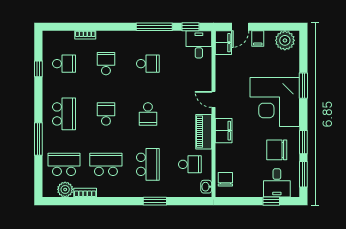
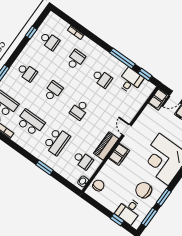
desk: (199, 44) -> (130, 81), moved
school desk: (64, 114) -> (27, 72), width x0.54

